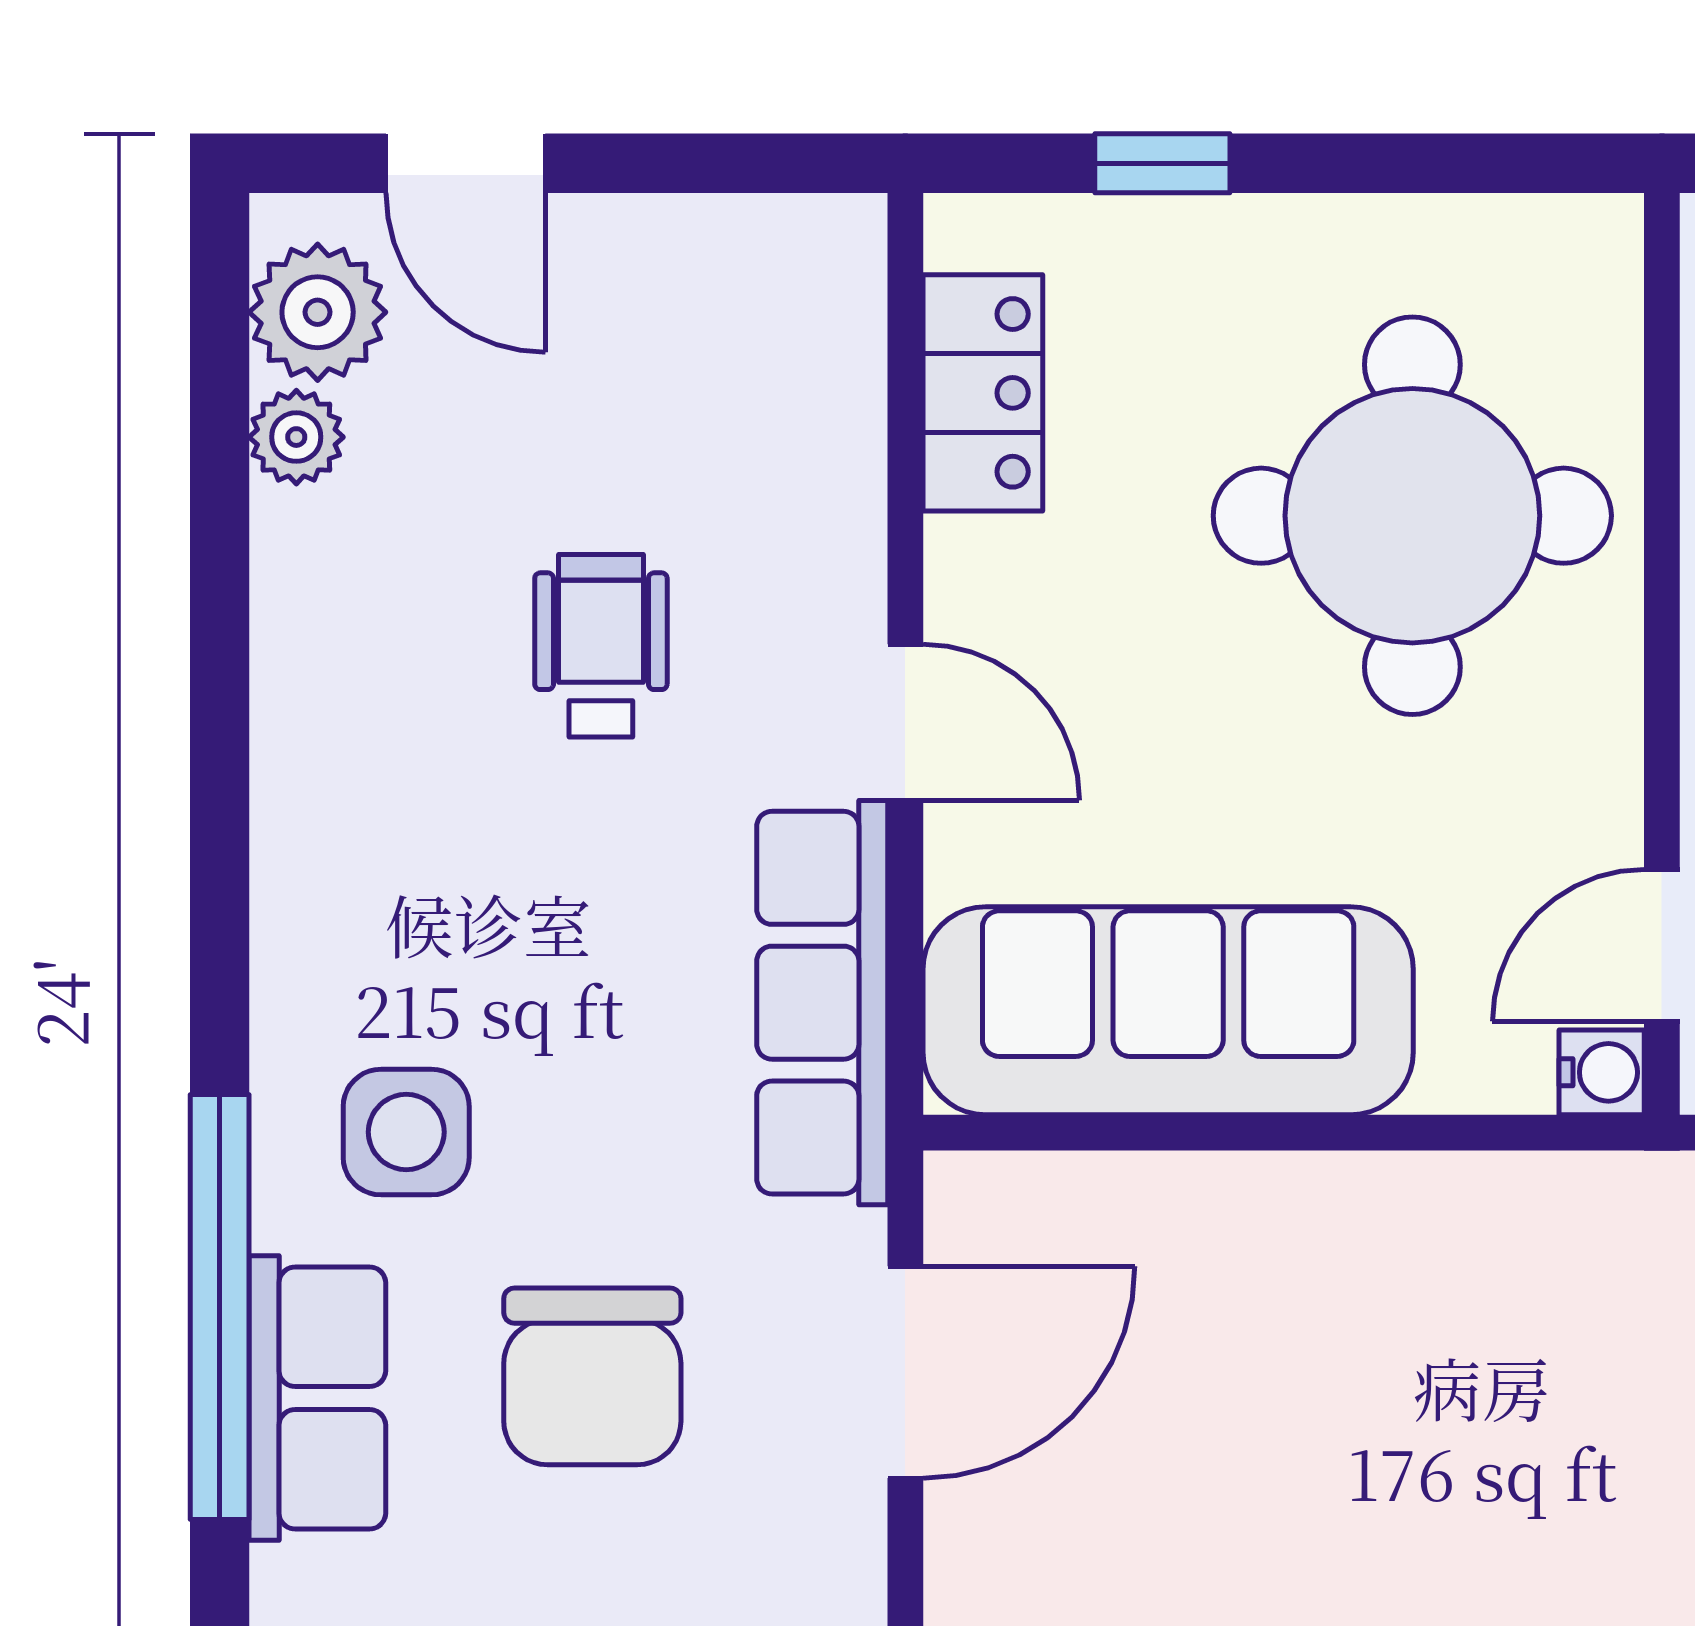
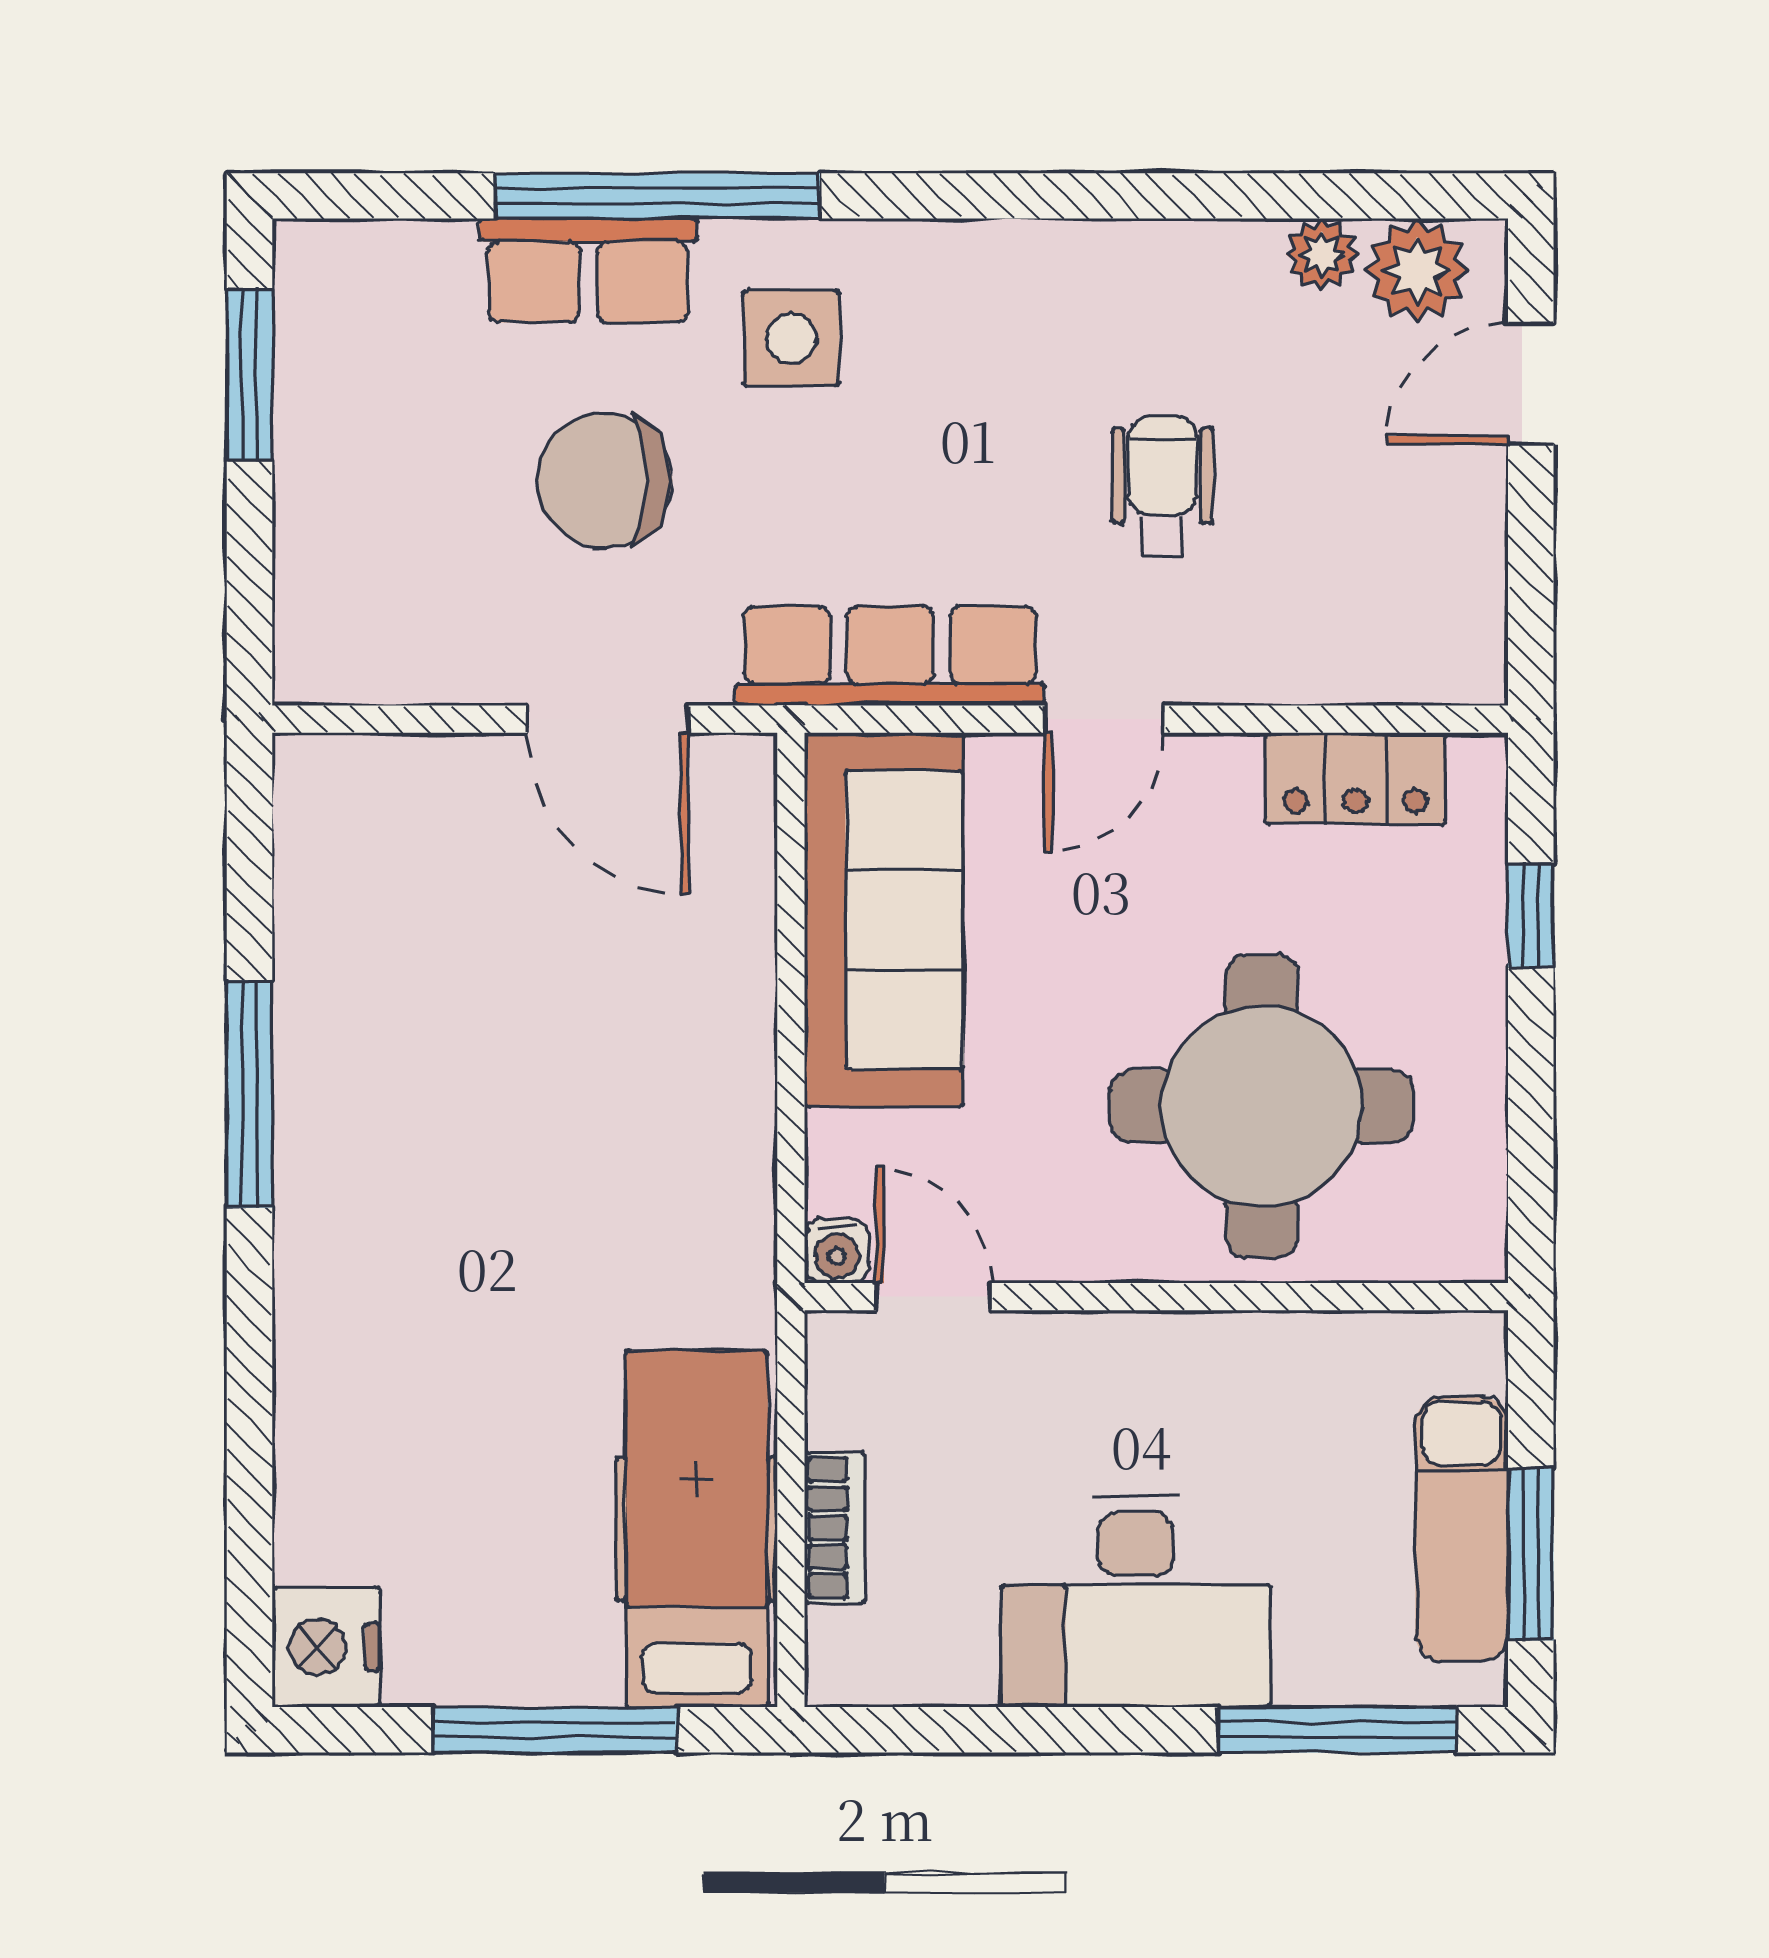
wheelchair: (601, 646) -> (1162, 487), turned -90

